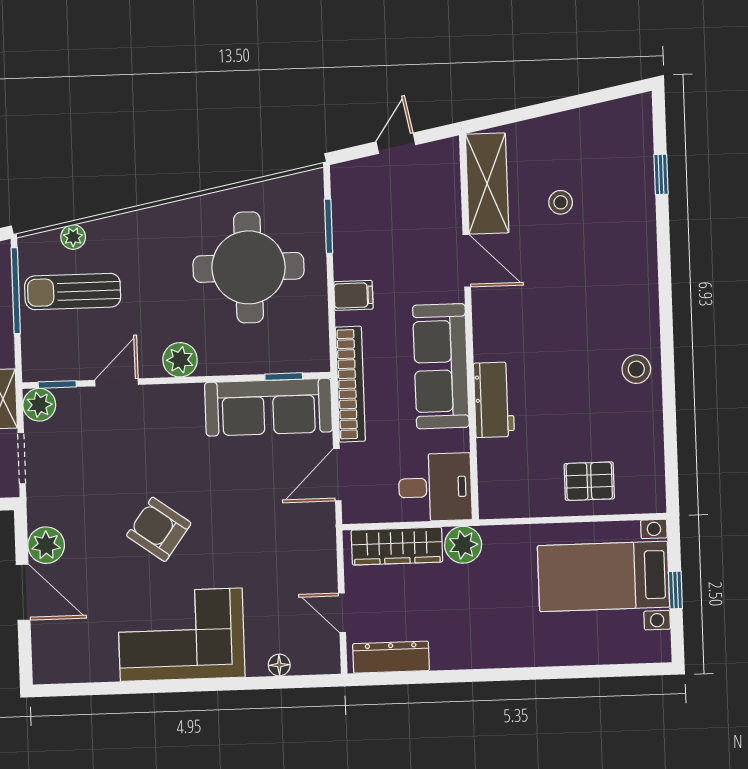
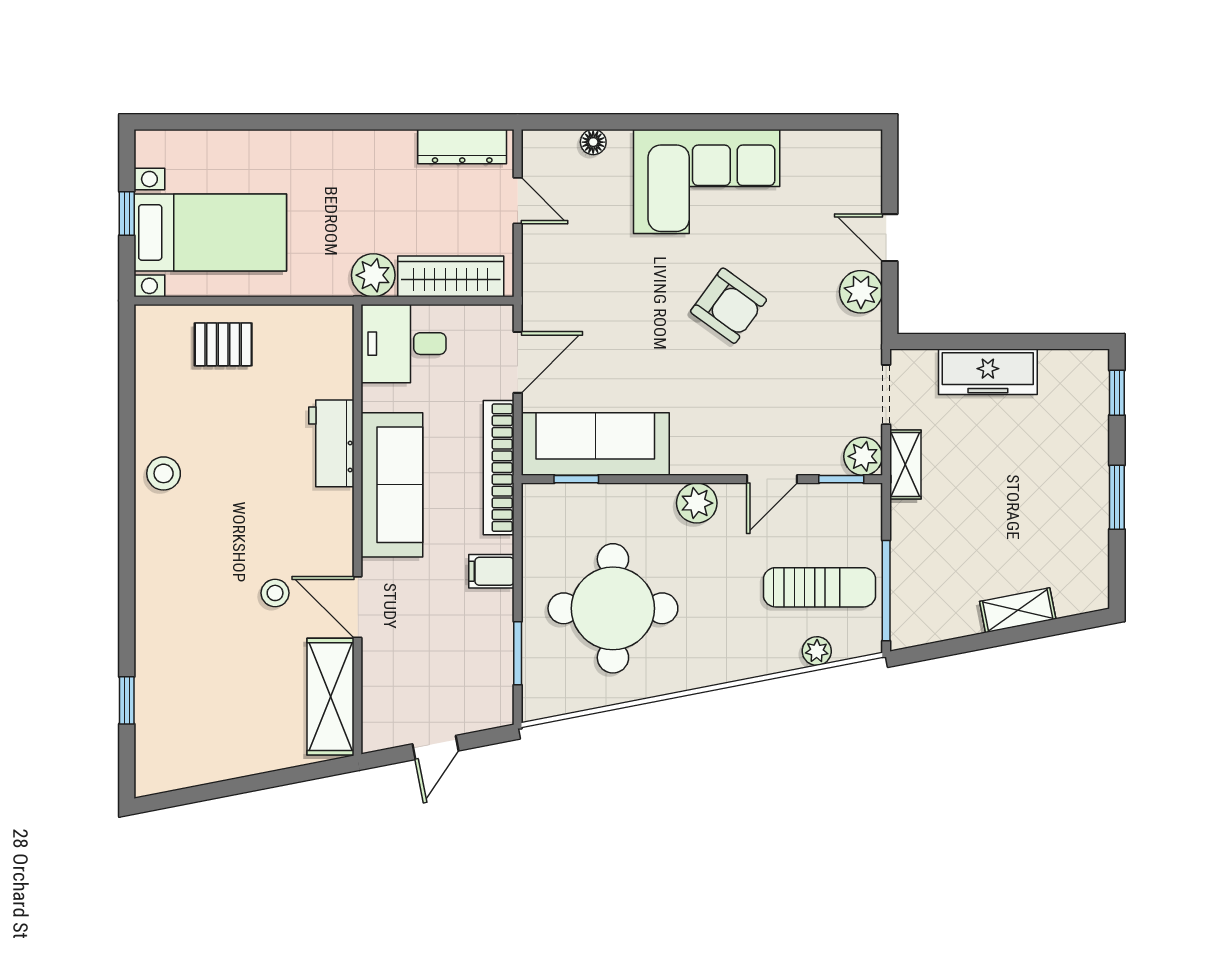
stool: (561, 202) -> (275, 593), moved
door: (23, 592) -> (890, 238), width x0.73

